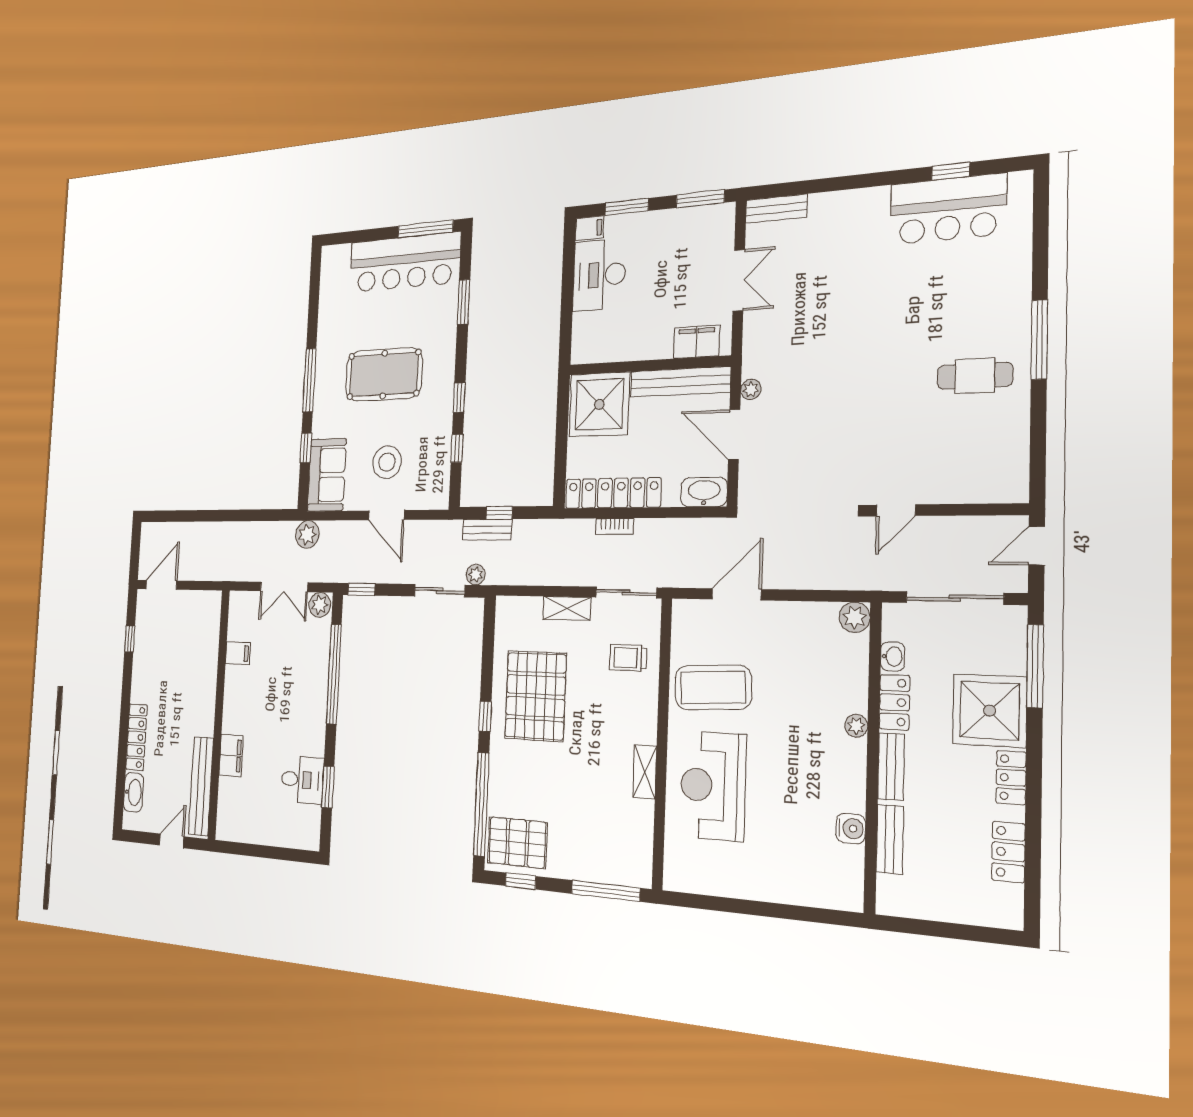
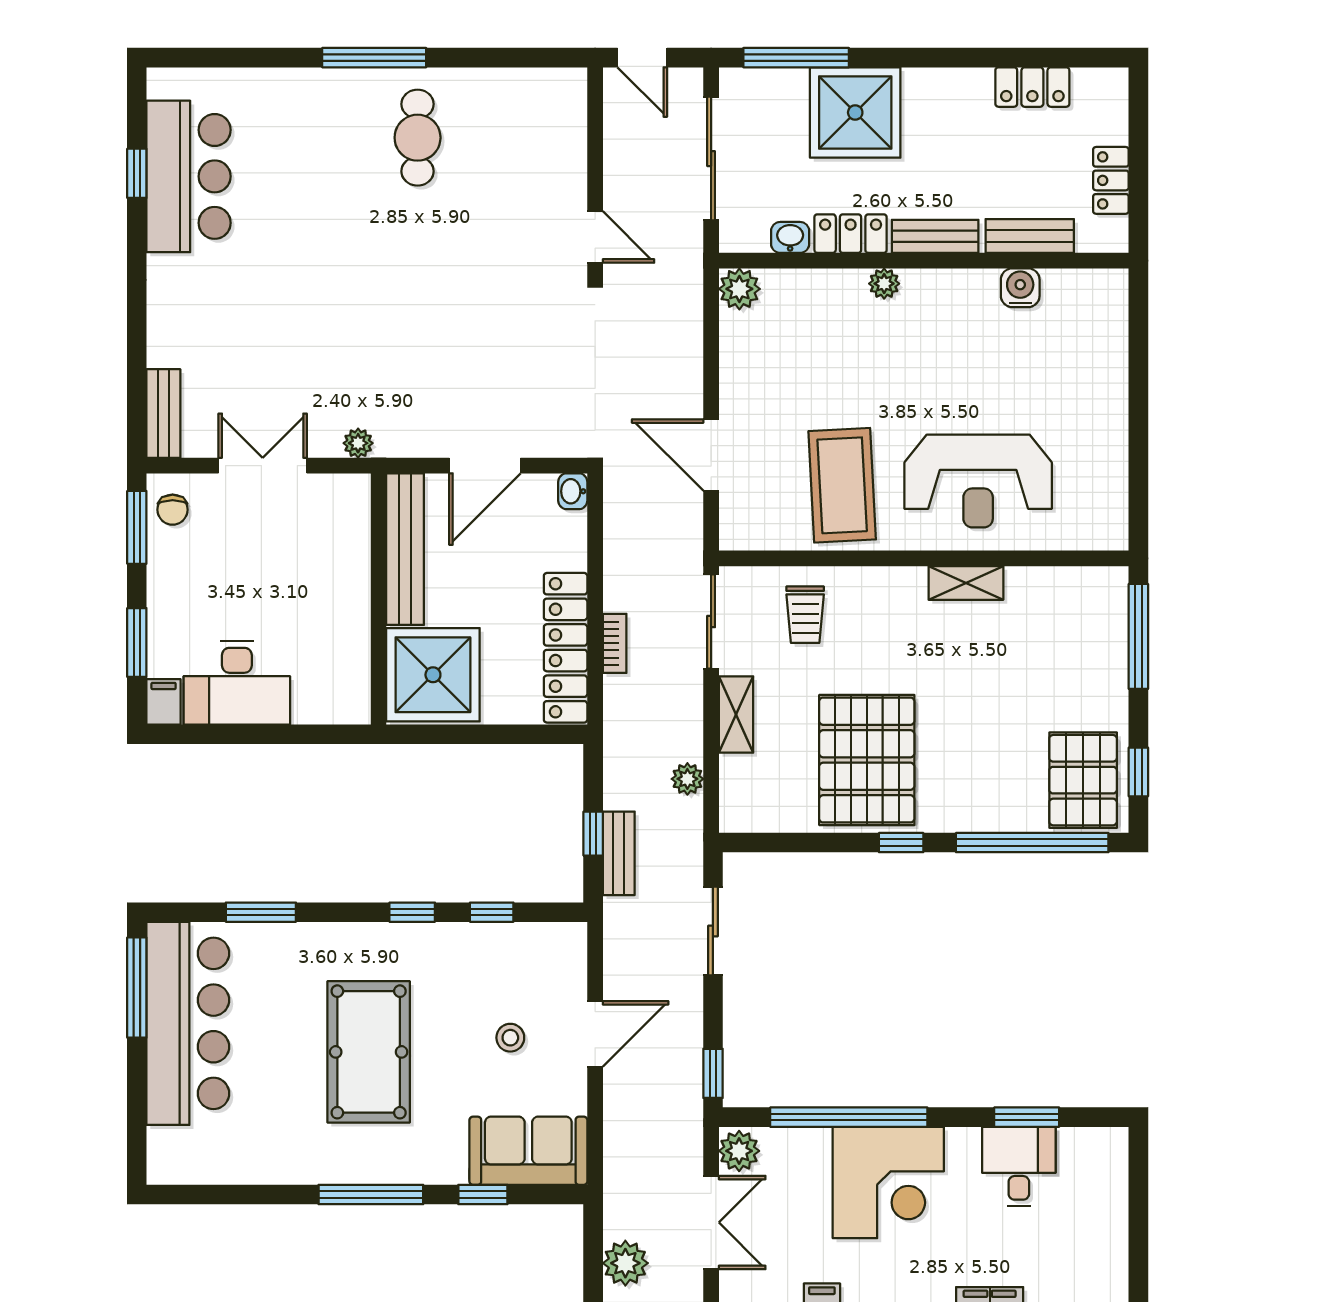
chair: (711, 222) -> (173, 510), added
filing cabinet: (697, 342) -> (348, 526), removed
plant: (751, 389) -> (358, 443), moved
stool: (387, 462) -> (510, 1038), width x0.53, depth x0.53
washbasin: (704, 492) -> (573, 491), width x0.52, depth x0.69
plant: (307, 534) -> (625, 1263), moved
plant: (476, 575) -> (687, 779), moved
pallet: (535, 696) -> (867, 760), turned 90
corner desk: (298, 697) -> (888, 1182), added
locker: (1011, 778) -> (1111, 180), moved, turned 90

